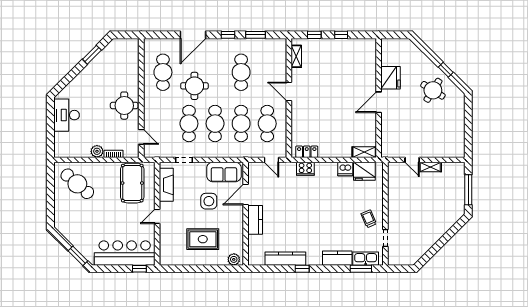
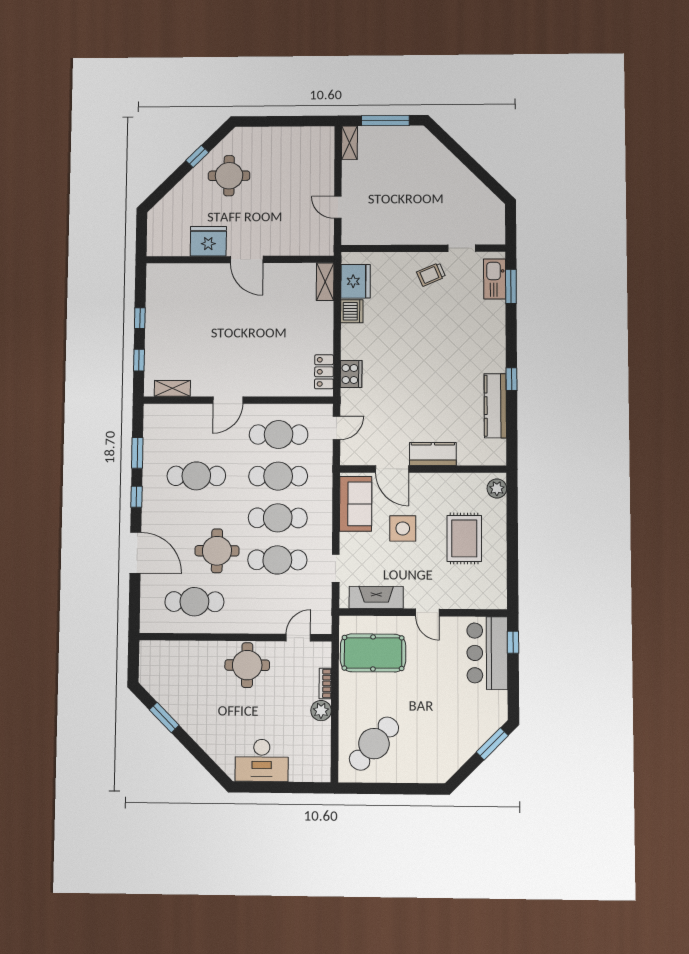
round table: (433, 90) -> (229, 176), turned -32
door: (412, 160) -> (338, 207), swing flipped
shelving: (430, 167) -> (349, 143), moved
bar counter: (125, 253) -> (487, 653), width x0.73
kitchen counter: (337, 258) -> (494, 323), removed

